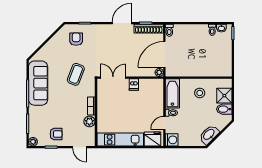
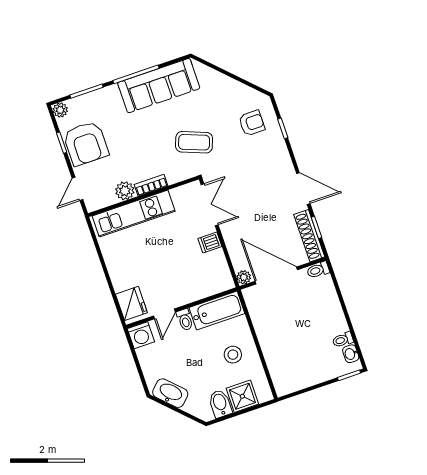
door: (164, 123) -> (164, 314), swing flipped
armchair: (56, 134) -> (86, 143), width x1.88, depth x1.88
kitchen unit: (120, 140) -> (134, 214), moved, turned 90

